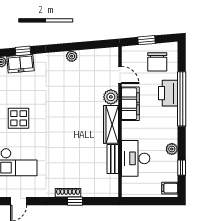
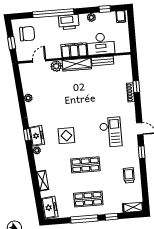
printer: (168, 93) -> (69, 22), moved
filing cabinet: (130, 104) -> (74, 50), moved
display table: (19, 118) -> (66, 136), moved

